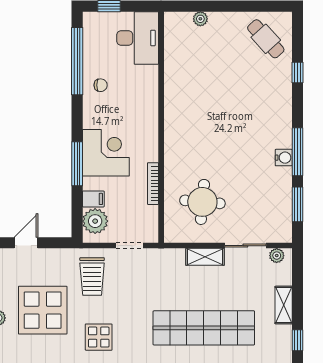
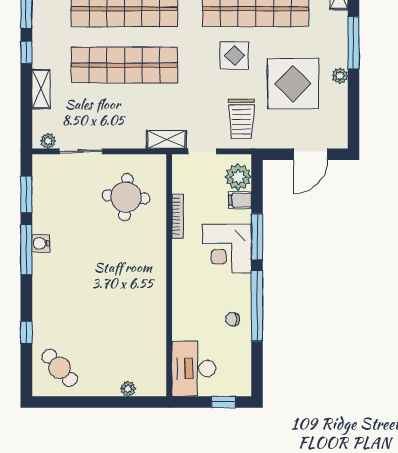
window: (77, 61) -> (257, 306), moved
door: (26, 243) -> (311, 154), width x1.38
shelving: (205, 257) -> (166, 140), moved
trolley: (92, 276) -> (241, 119), turned 180

